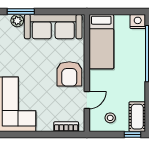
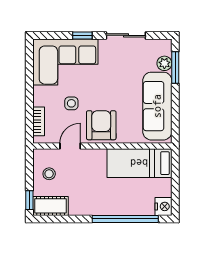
armchair: (69, 74) -> (101, 125), turned 90
side table: (51, 99) -> (71, 103), added
door: (87, 100) -> (70, 146), swing flipped

